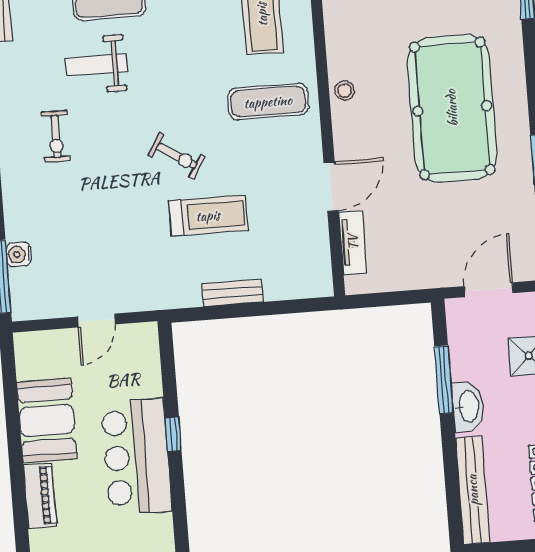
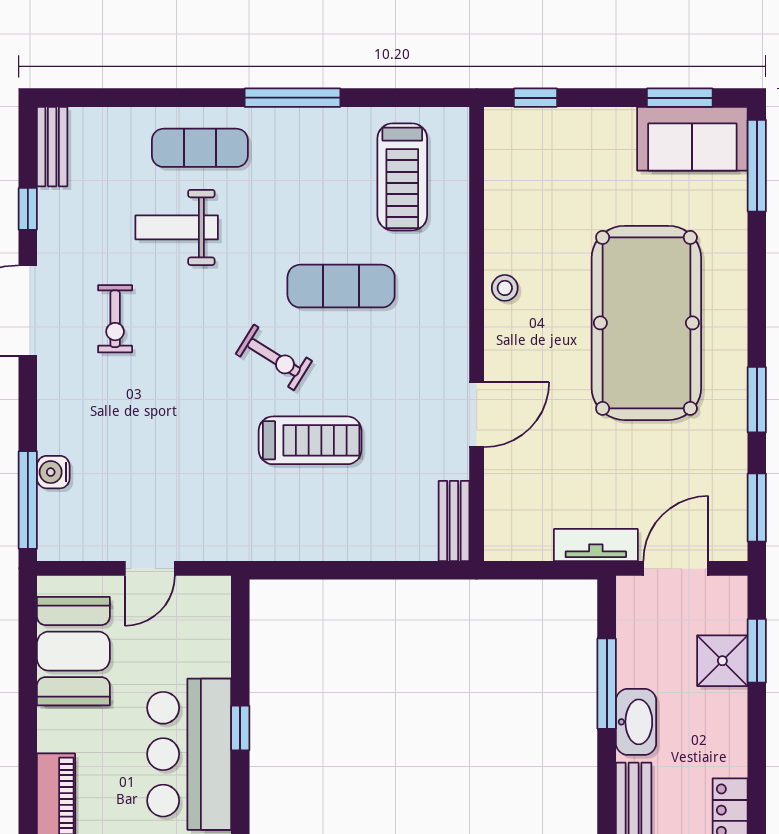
exercise mat: (268, 102) -> (341, 286), moved
tv unit: (353, 242) -> (596, 545), moved, turned -90
bench: (233, 293) -> (454, 521), moved, turned 90
booth: (47, 420) -> (73, 651), moved

